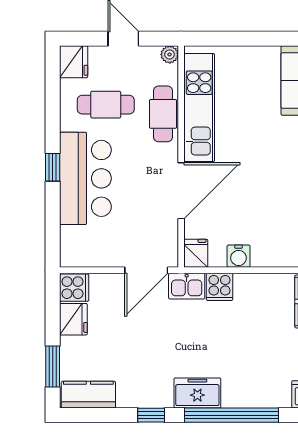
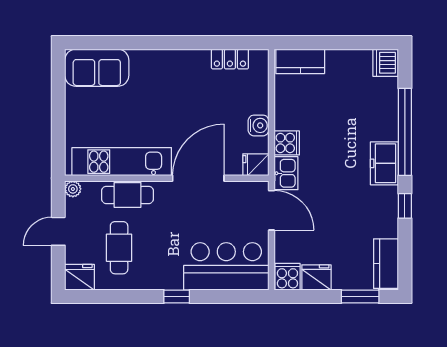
bar counter: (85, 178) -> (226, 266), moved
door: (181, 191) -> (198, 178), hinge flipped

